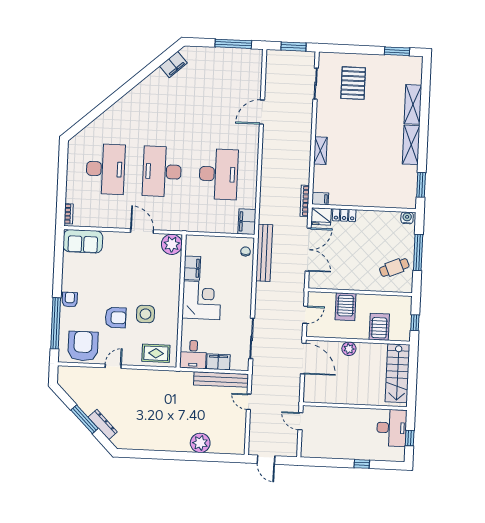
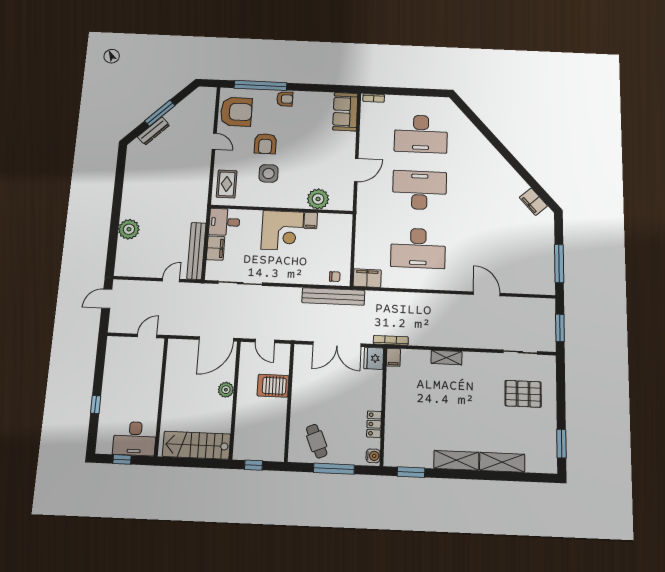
locker: (344, 215) -> (374, 424), moved
plant: (172, 244) -> (318, 199), moved
filing cabinet: (192, 268) -> (311, 221), width x0.50
server rack: (379, 327) -> (250, 424), removed

